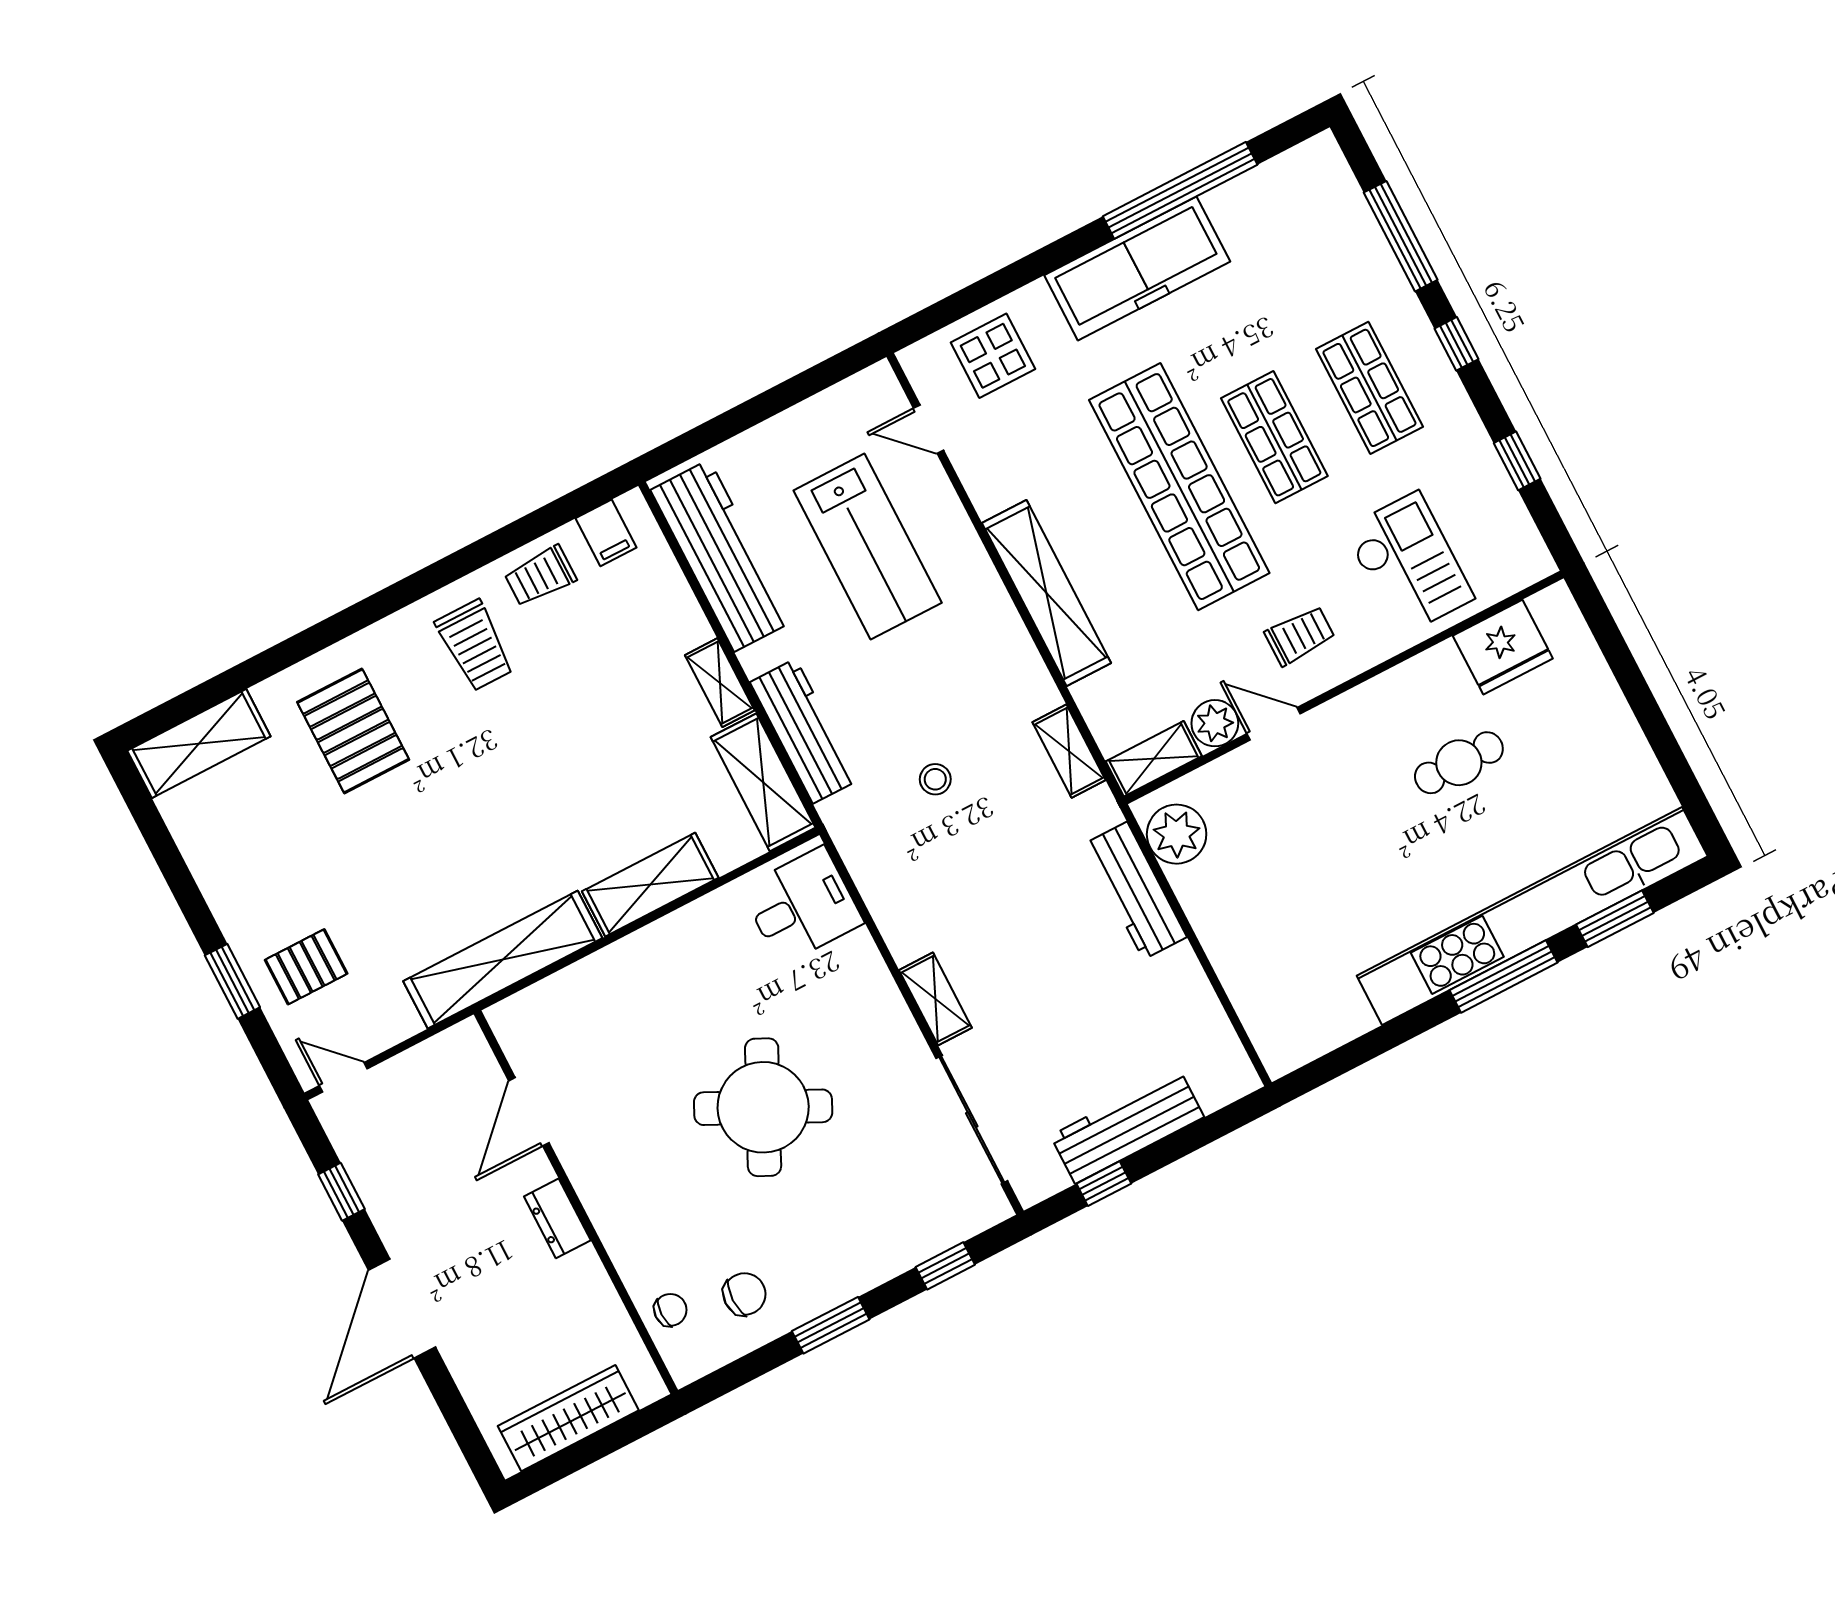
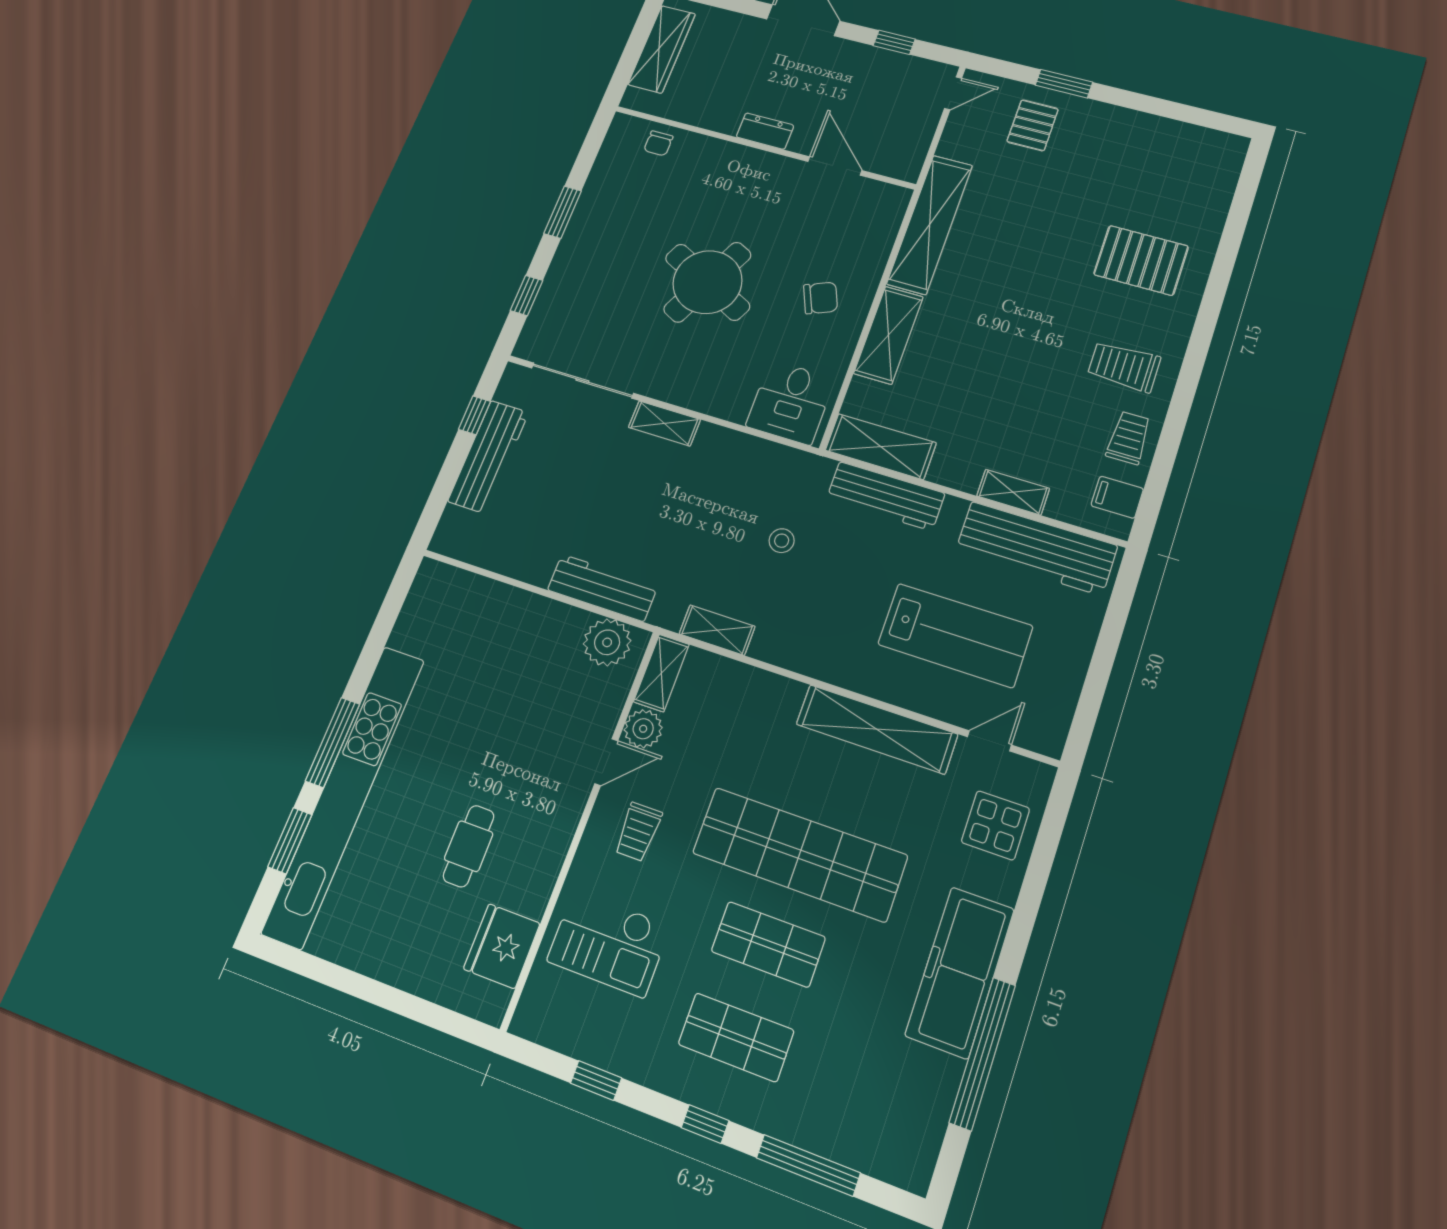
lab bench: (868, 547) -> (955, 635), turned 180
shelving: (1046, 593) -> (877, 729), moved
shelving: (720, 683) -> (1013, 492), moved
shelving: (199, 744) -> (1217, 177), removed
chair: (744, 1294) -> (821, 298), moved, turned -113

